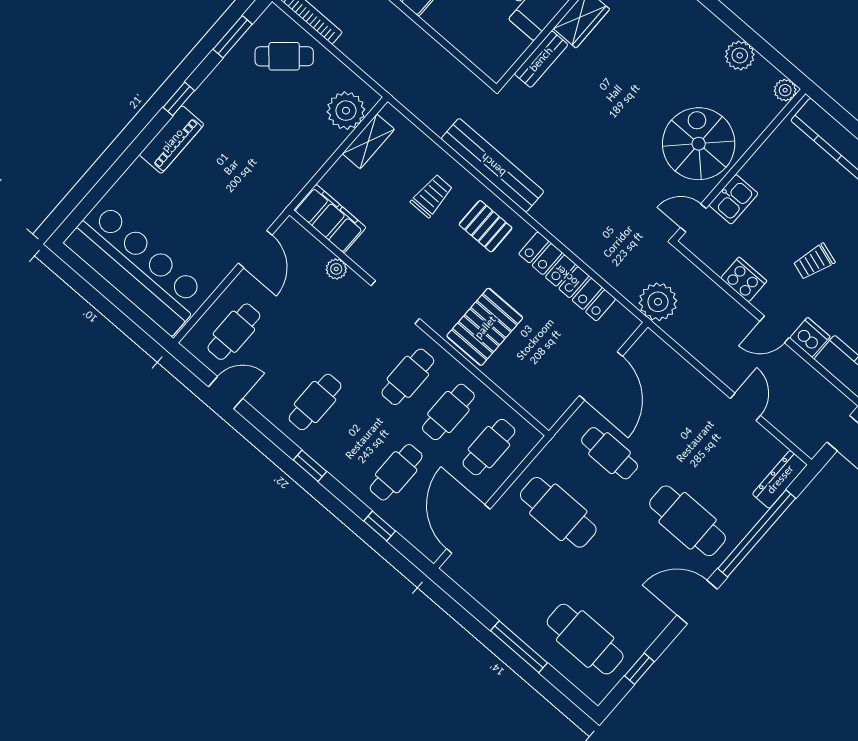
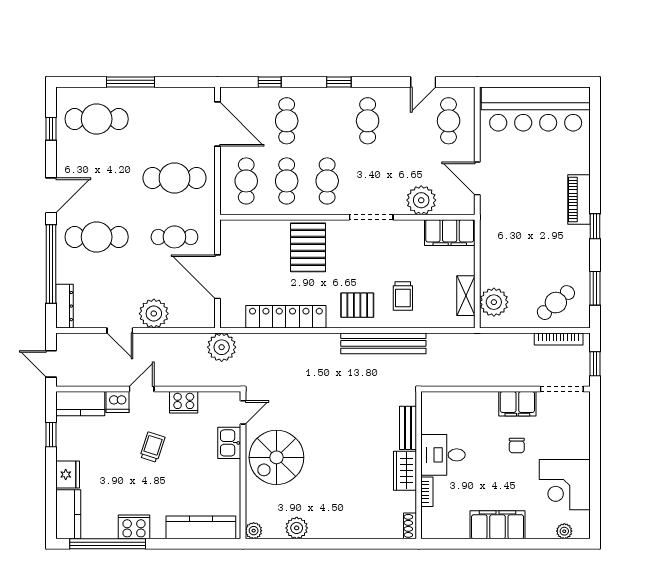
spiral stairs: (699, 144) -> (276, 457), turned 90
plant: (336, 269) -> (421, 200), width x1.87, depth x1.87
plant: (697, 394) -> (154, 314), added

